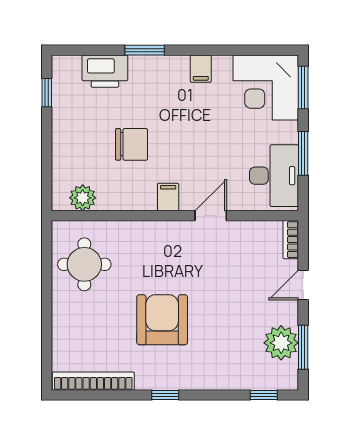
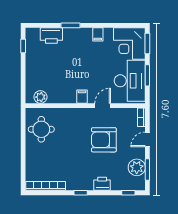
chair: (131, 144) -> (64, 71), removed
desk: (274, 176) -> (130, 81), width x1.36, depth x1.30
armchair: (162, 320) -> (104, 140), moved, turned -90
printer: (210, 377) -> (102, 184), added

